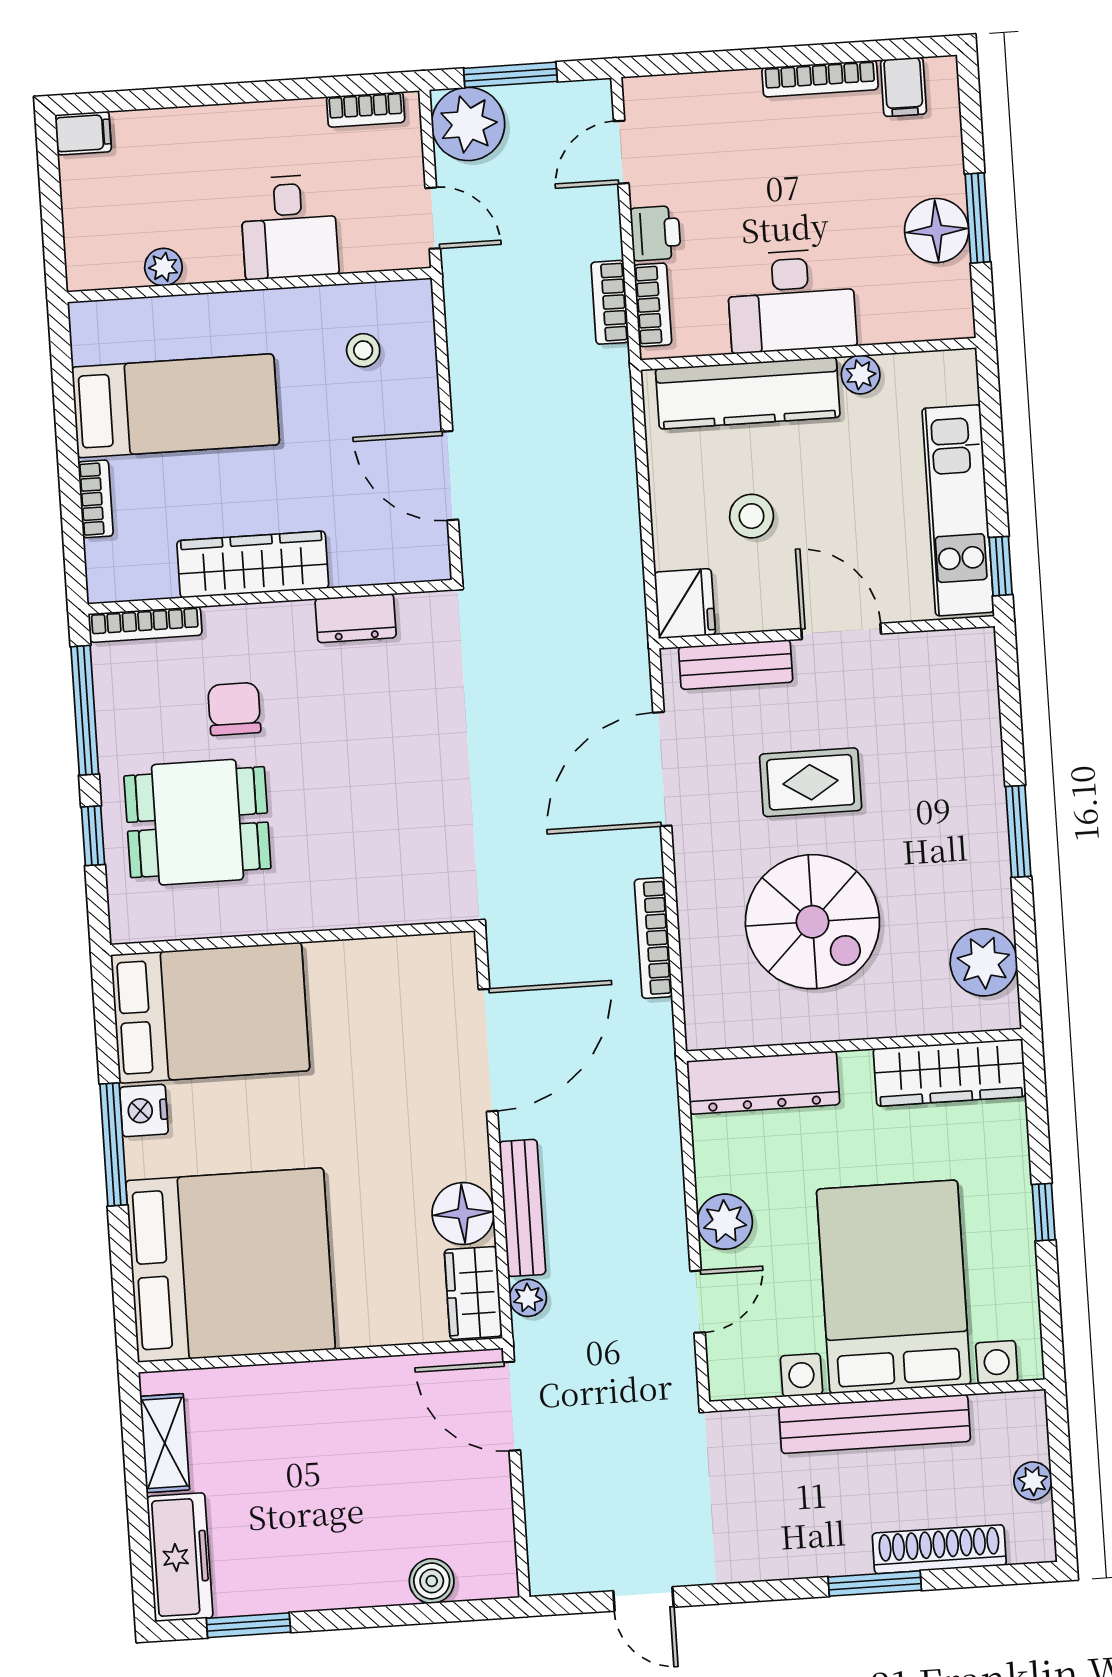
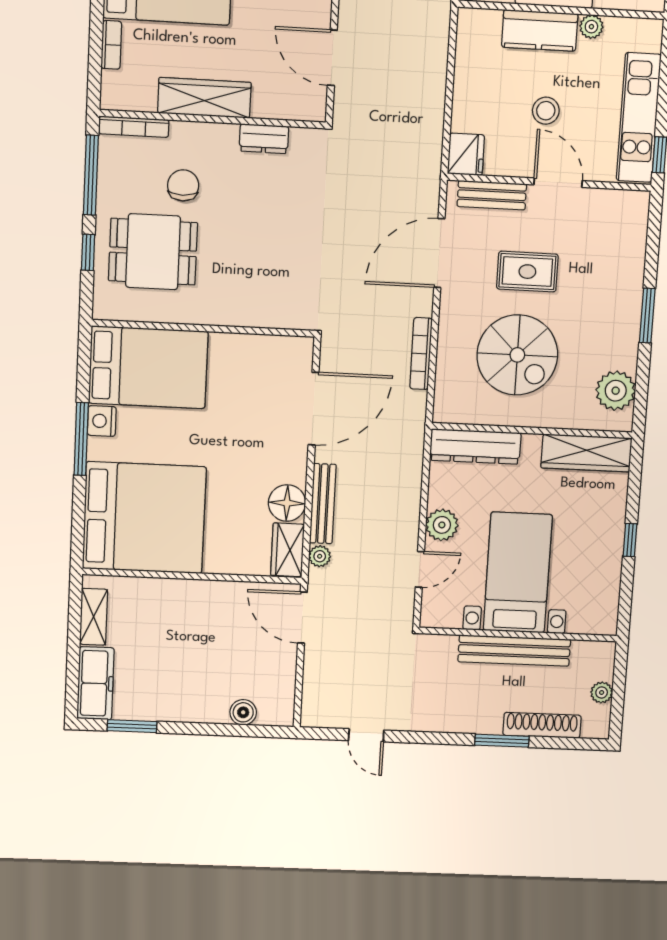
kitchen counter: (748, 393) -> (540, 30), width x0.67
stool: (752, 516) -> (546, 111), moved
bed with nightstands: (894, 1287) -> (518, 573), width x0.73

